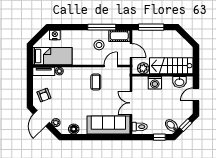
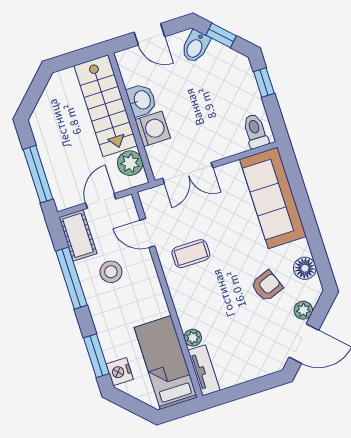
window: (65, 27) -> (96, 356), added
washbasin: (179, 82) -> (142, 100), moved
armchair: (44, 95) -> (267, 286), moved
double door: (131, 103) -> (188, 173), moved
bidet: (171, 125) -> (195, 47), moved

